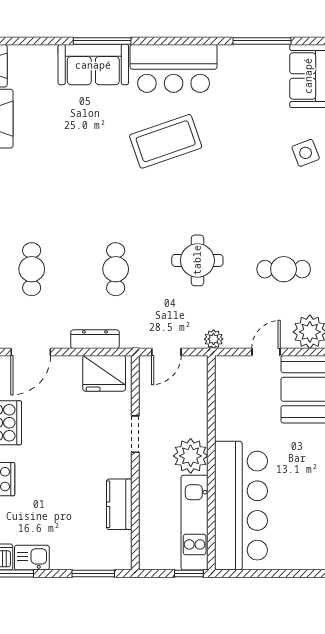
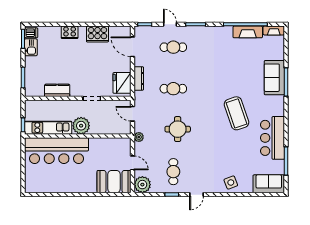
bar counter: (174, 68) -> (273, 138), moved

